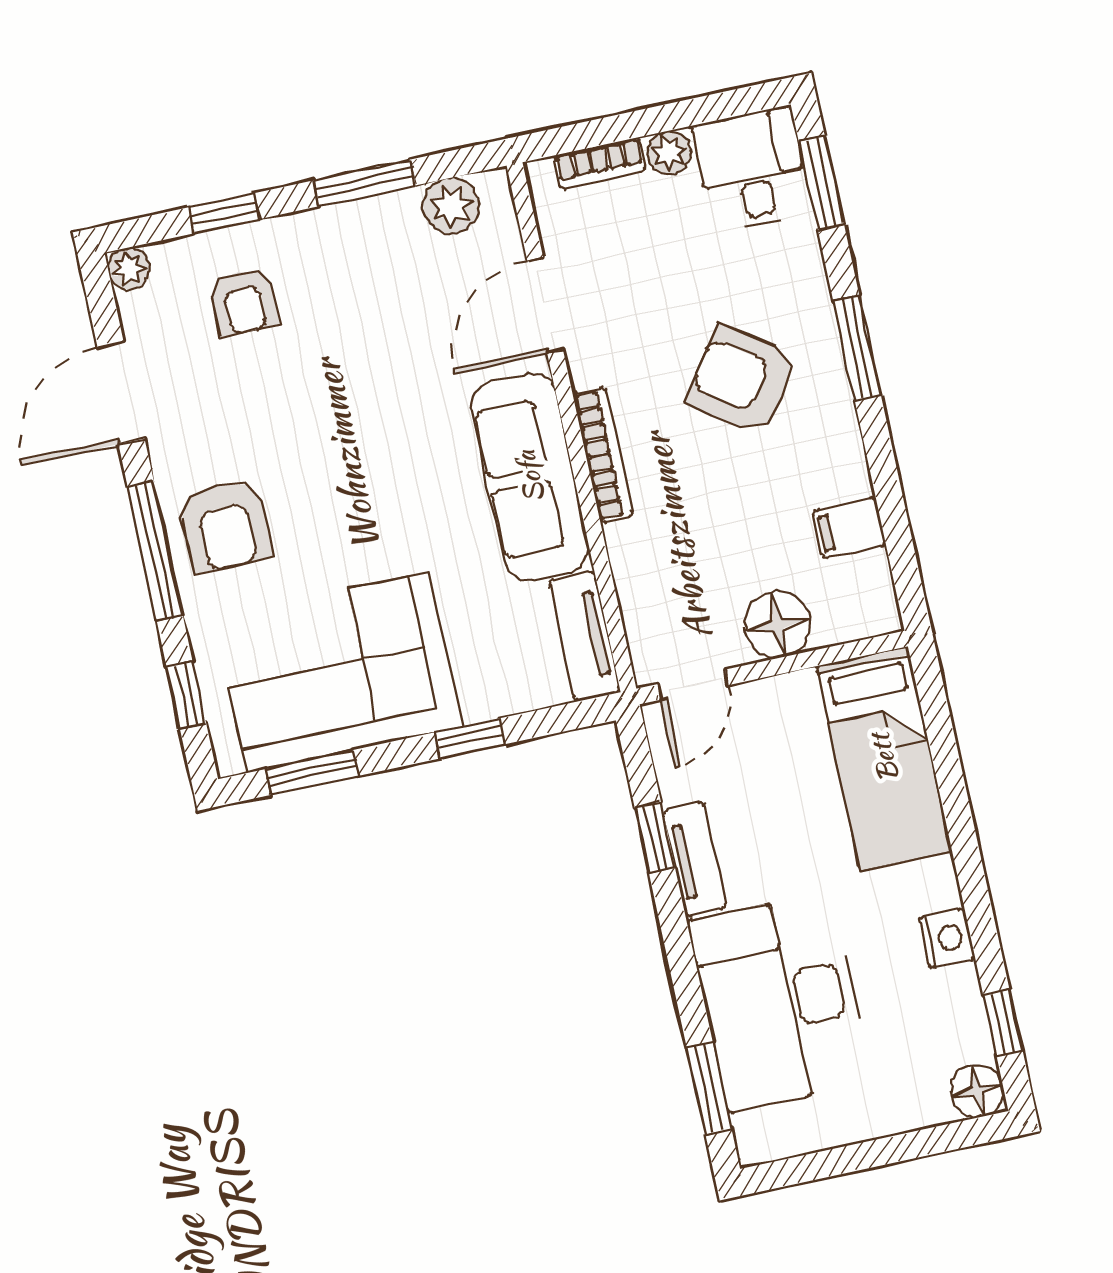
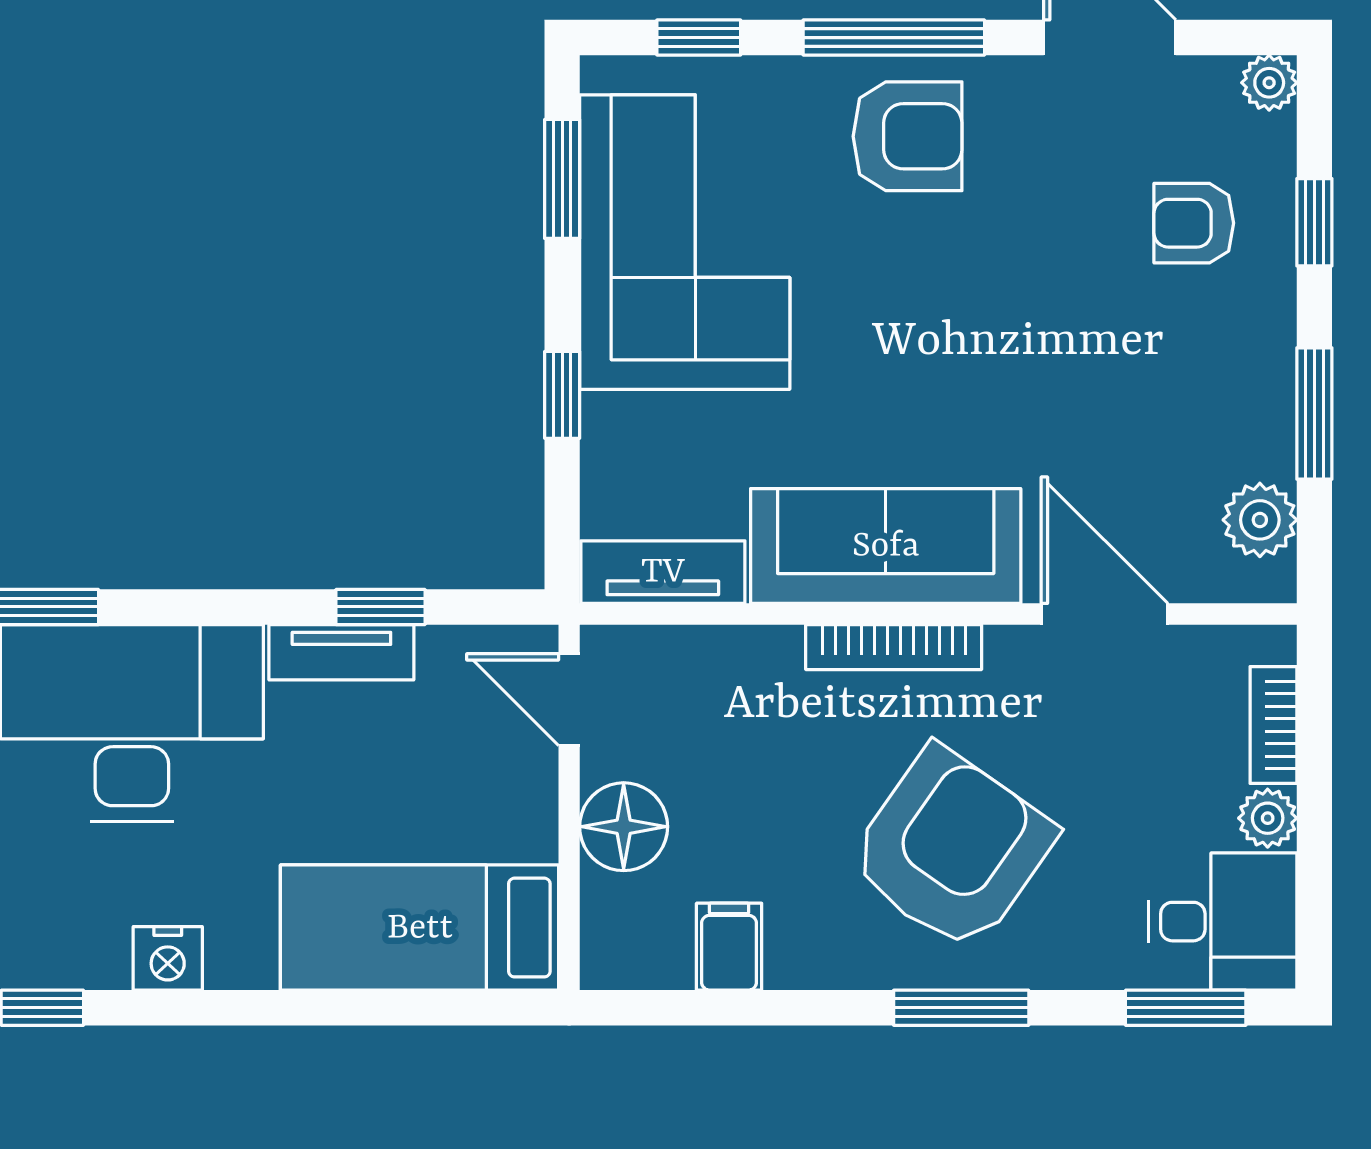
armchair: (742, 380) -> (952, 849), width x1.36, depth x1.36
armchair: (226, 526) -> (908, 136), turned 180

